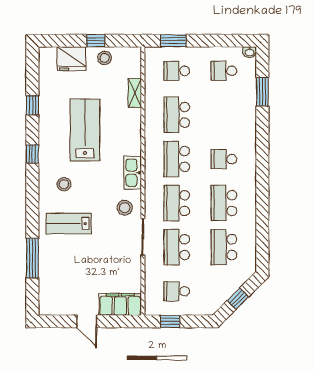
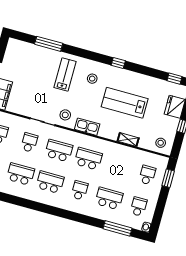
stool: (105, 58) -> (161, 143), moved
window: (262, 92) -> (118, 228), width x1.44
shelving: (135, 93) -> (128, 140), moved
window: (32, 105) -> (175, 79), moved
school desk: (177, 115) -> (109, 198), moved
lab bench: (85, 130) -> (125, 103), turned 180
school desk: (177, 247) -> (29, 142), width x0.54

